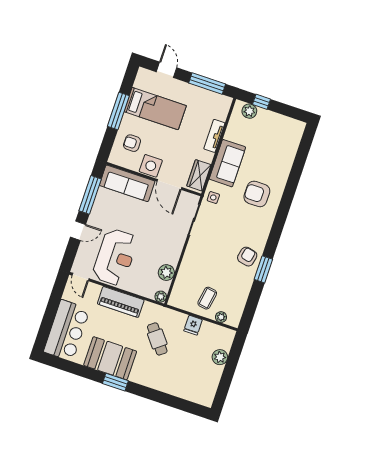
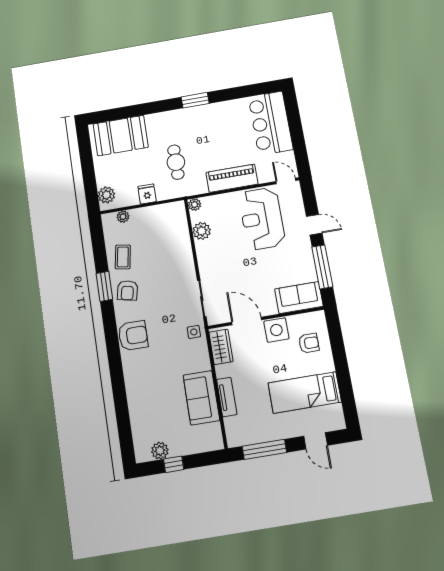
window: (261, 102) -> (174, 464), moved
window: (118, 111) -> (342, 369), removed
plant: (249, 111) -> (160, 451), moved
sofa: (227, 163) -> (201, 398), moved
sofa: (127, 183) -> (299, 298), width x0.73
armchair: (257, 194) -> (133, 336), moved
door: (78, 231) -> (314, 225), swing flipped
coffee table: (207, 298) -> (123, 257), moved
cafe table: (157, 339) -> (176, 162), turned 38
plant: (220, 357) -> (106, 195), moved
booth: (110, 358) -> (121, 136), moved

